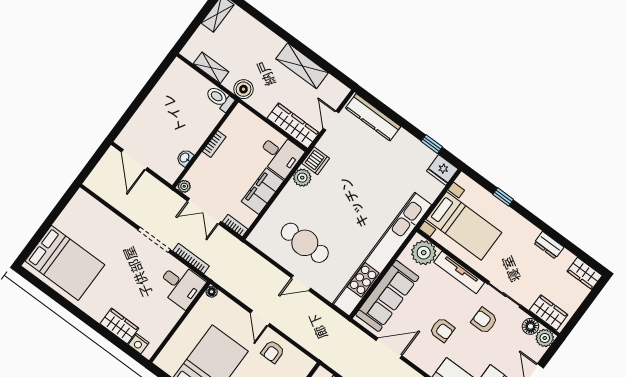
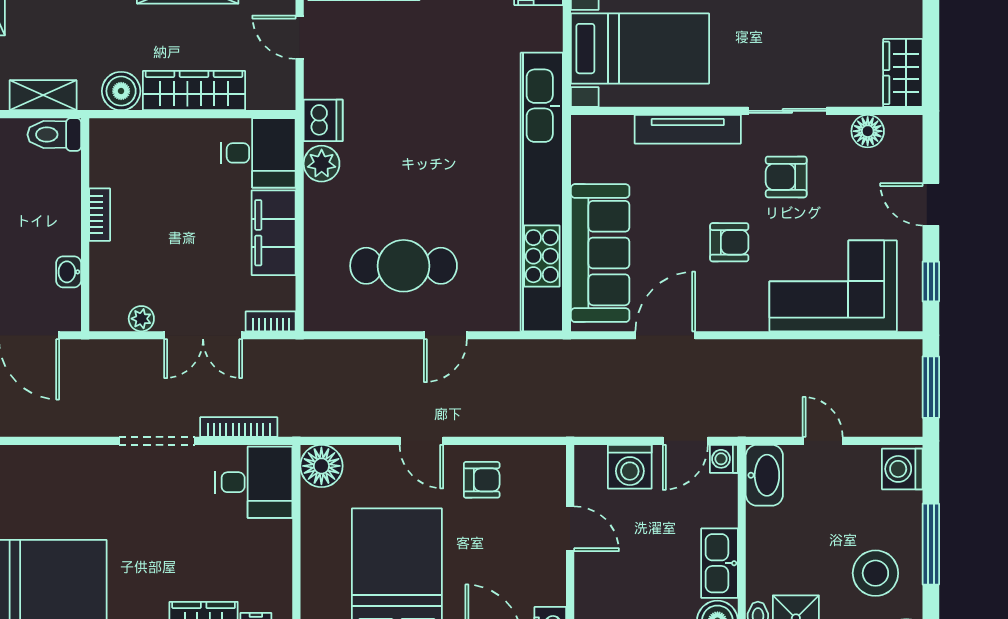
toilet: (220, 99) -> (54, 135), moved
wardrobe: (293, 126) -> (194, 90), moved
wall: (205, 144) -> (85, 225), moved
bookcase: (214, 144) -> (100, 215), moved
washbasin: (185, 158) -> (69, 272), moved
plant: (424, 253) -> (607, 140), removed
floor lamp: (212, 292) -> (321, 466), width x1.89, depth x1.89
wardrobe: (549, 313) -> (903, 73), moved, turned -90
plant: (545, 338) -> (905, 133), removed
armchair: (273, 352) -> (482, 480), turned -90

